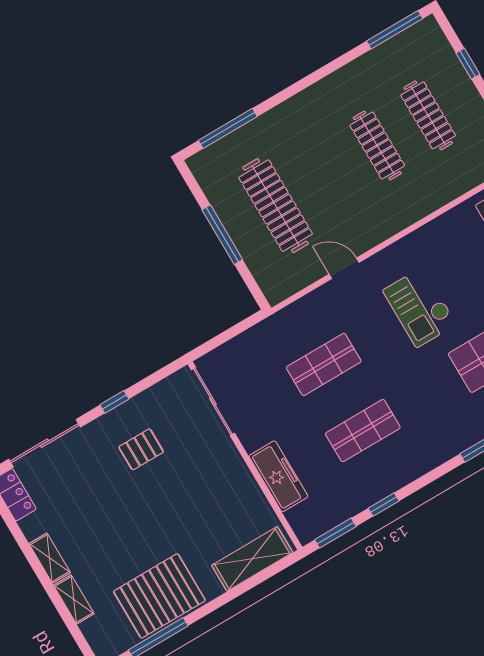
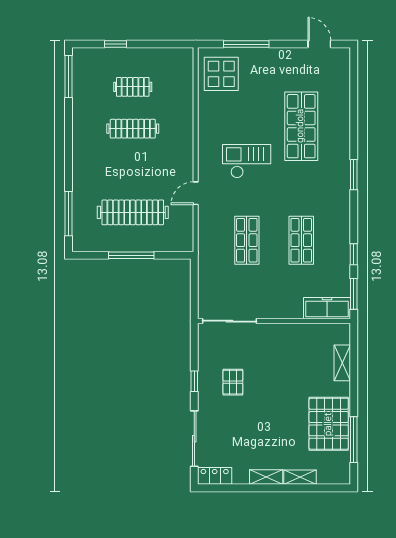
clothes rail: (428, 115) -> (133, 87), width x0.73
checkout: (420, 307) -> (247, 161), turned 180
freezer: (278, 476) -> (327, 308), moved
shelving: (252, 559) -> (342, 363), width x0.67, depth x0.75

